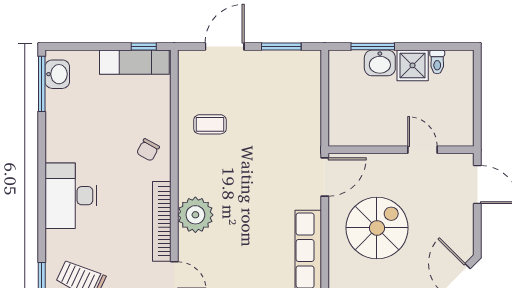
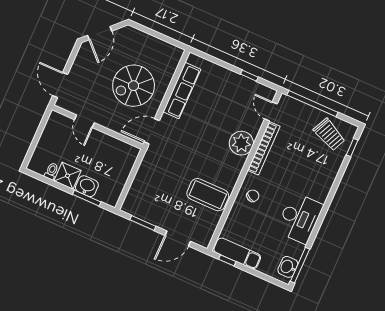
coffee table: (210, 124) -> (208, 195), width x1.86, depth x1.72
desk: (71, 196) -> (299, 218), moved

